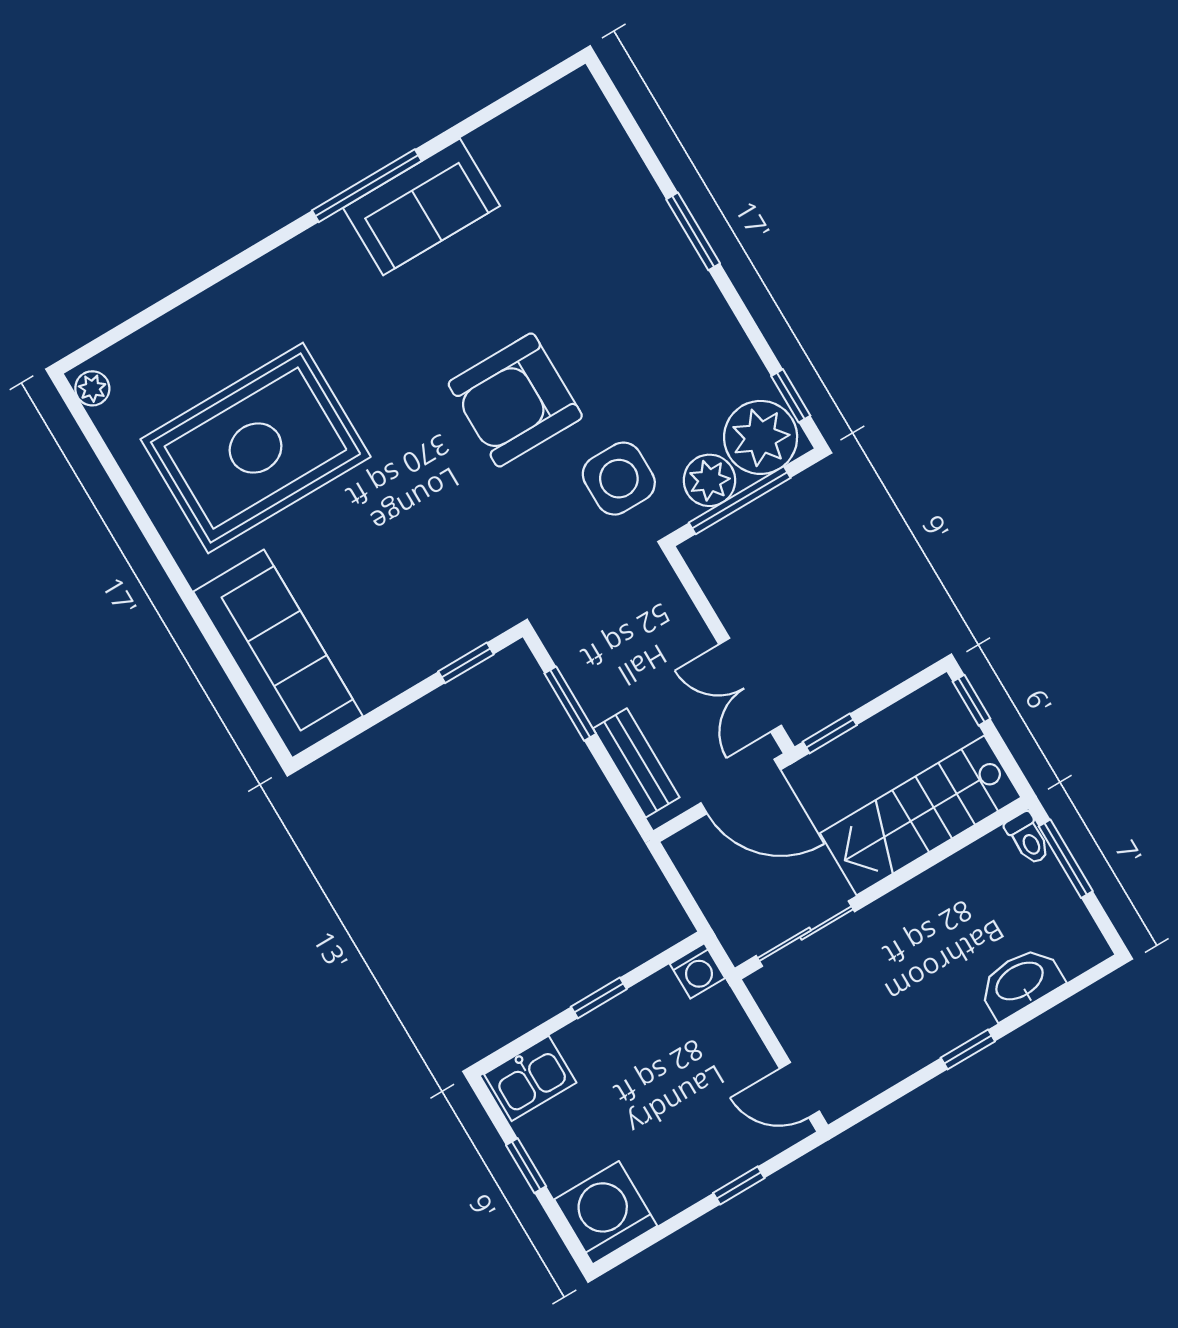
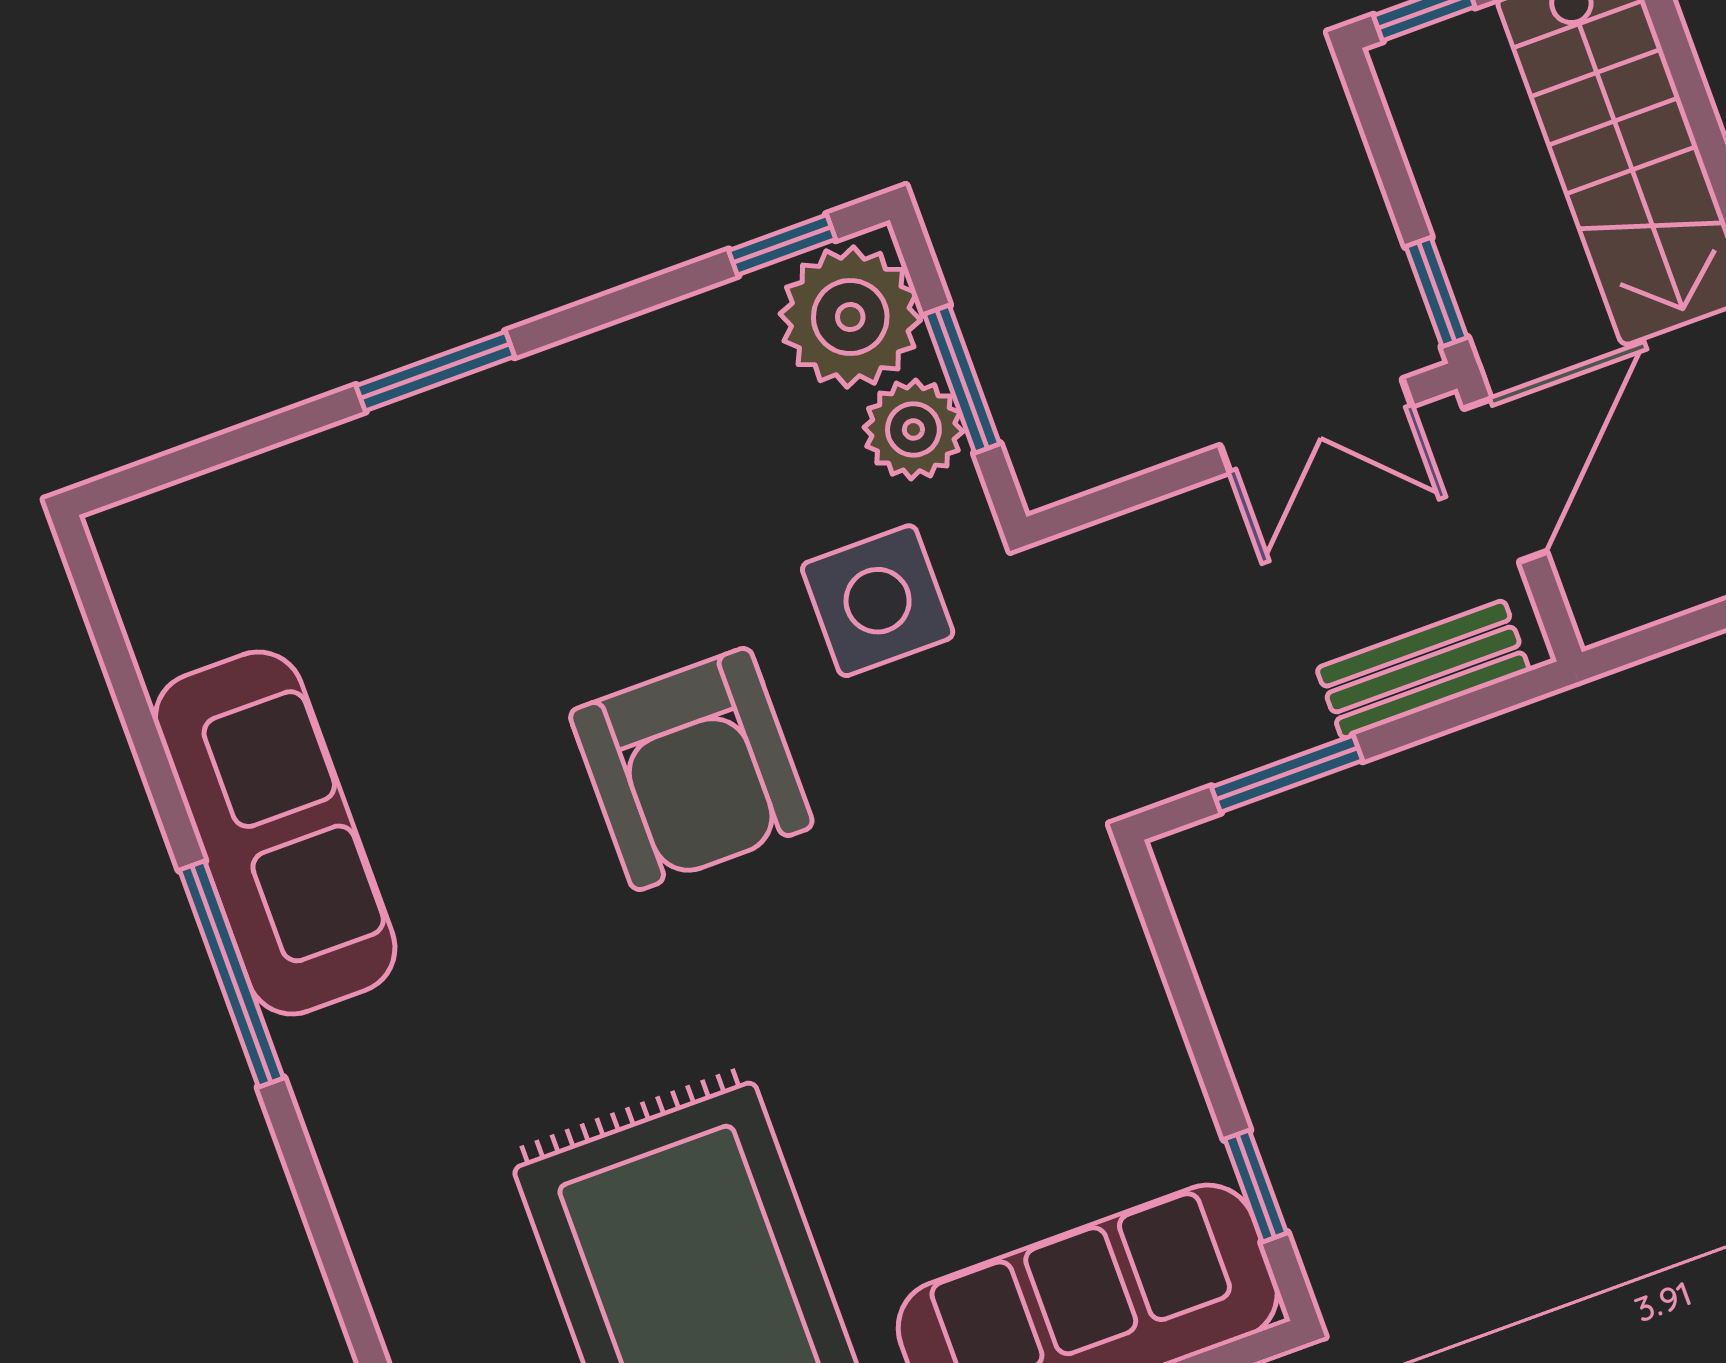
sofa: (422, 207) -> (275, 833), width x1.36
window: (740, 500) -> (962, 379), width x0.69
window: (466, 663) -> (1256, 1186), moved

